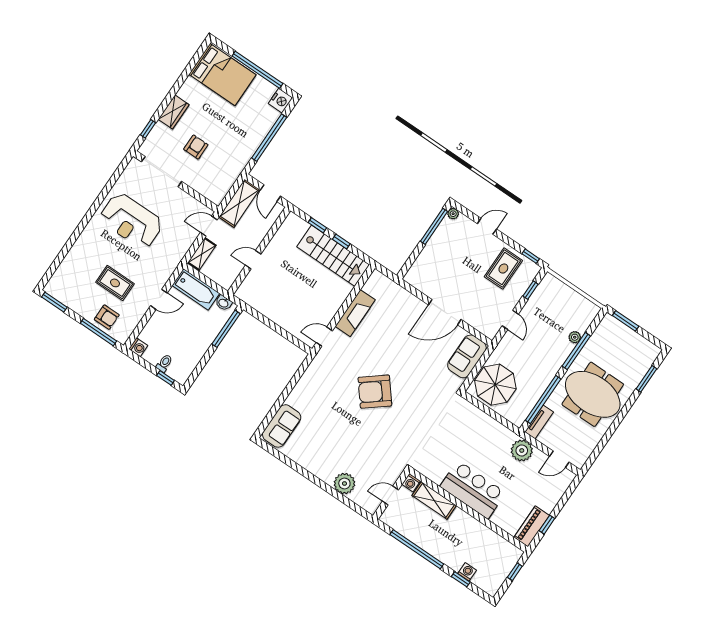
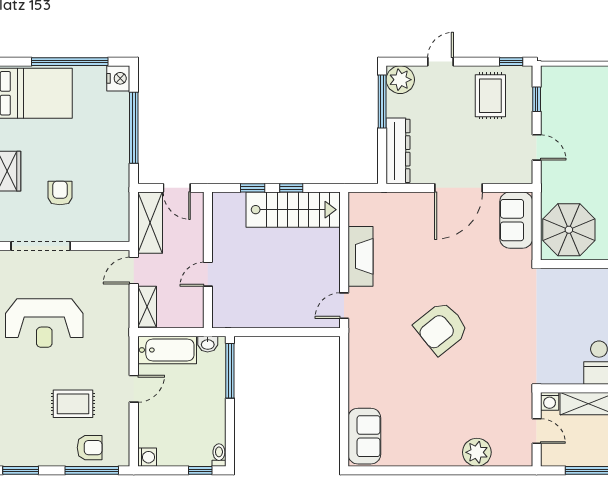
plant: (453, 214) -> (400, 80), width x1.87, depth x1.87
dresser: (423, 264) -> (398, 151), added
toilet: (164, 363) -> (219, 455), moved
door: (390, 496) -> (537, 431), swing flipped

